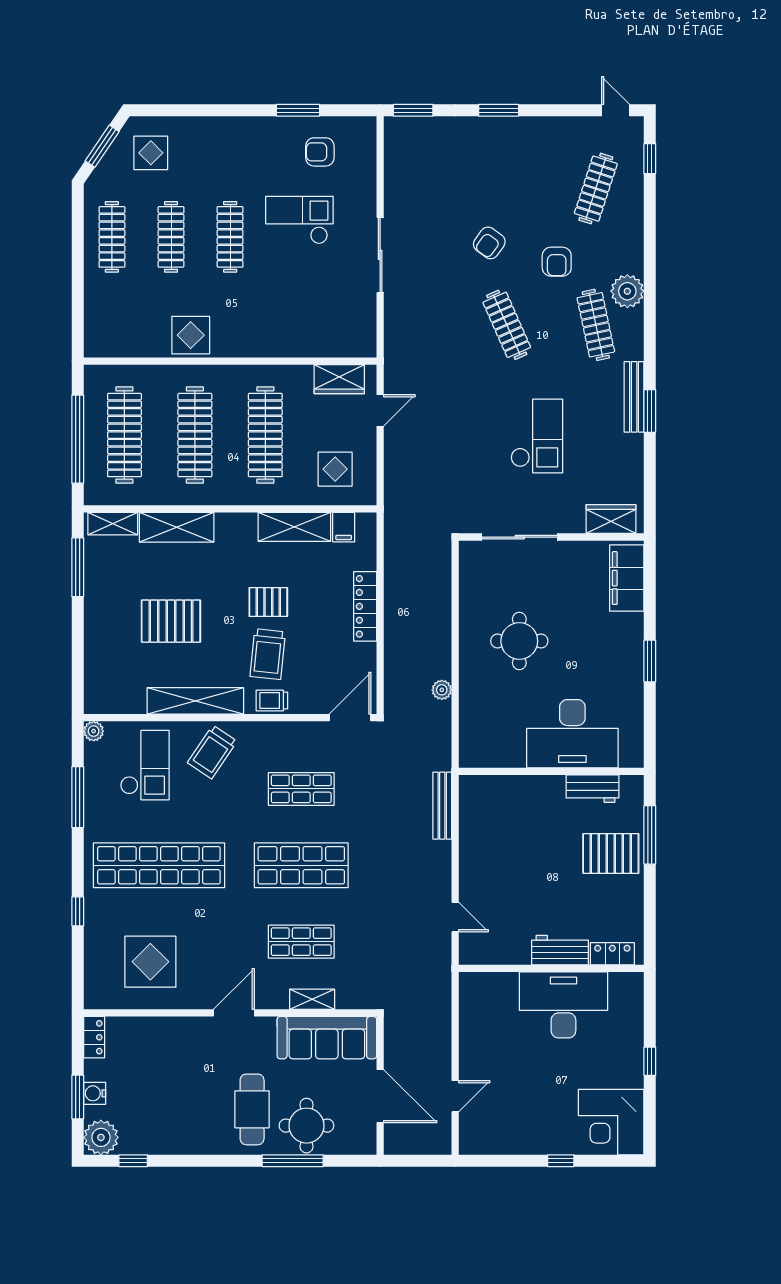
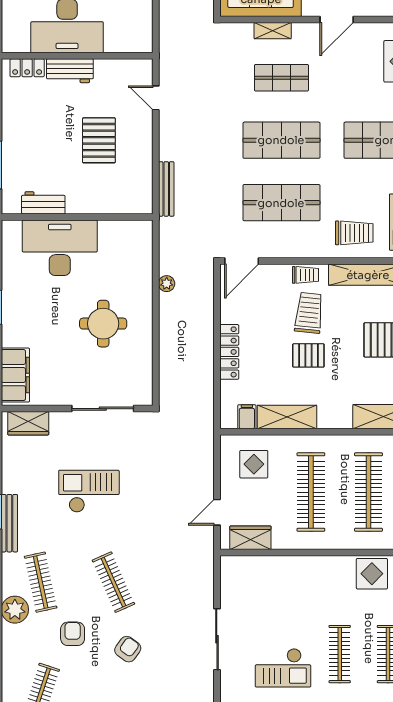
checkout: (537, 436) -> (89, 491), turned 90
trolley: (212, 752) -> (354, 233), turned 56
shop shelf: (301, 789) -> (281, 203), width x1.43, depth x1.36
pallet: (611, 853) -> (99, 140), moved, turned 90

